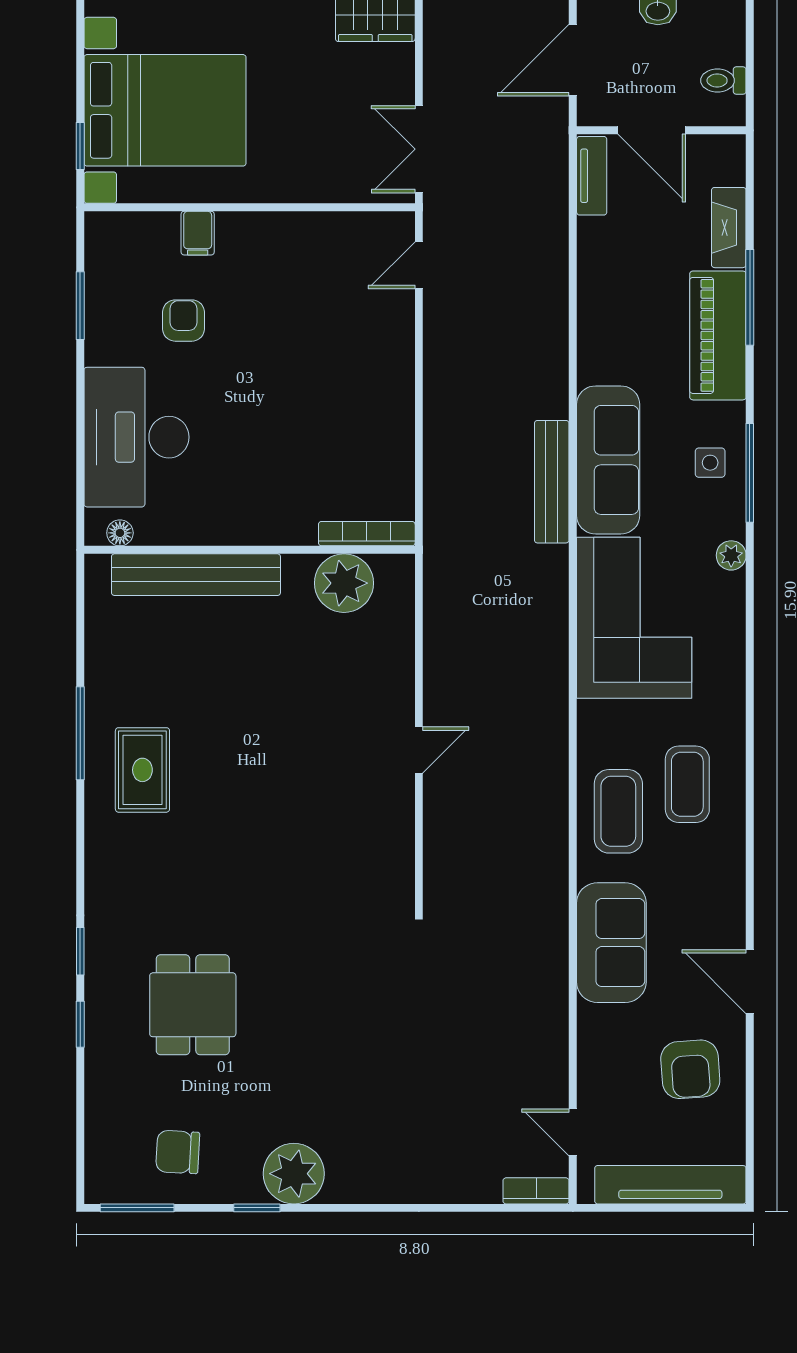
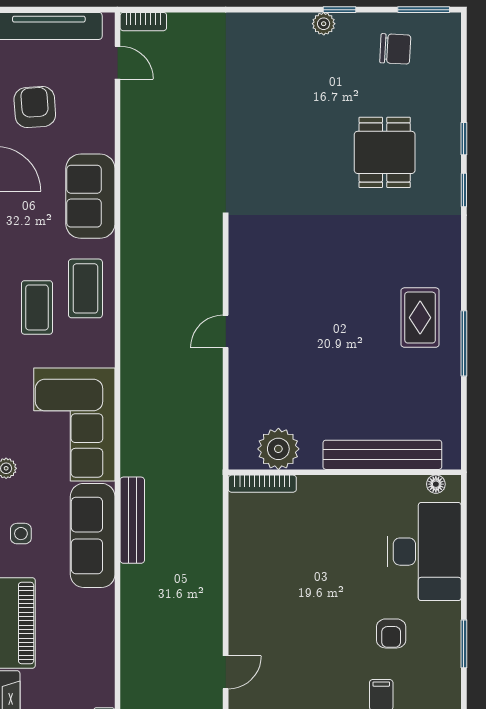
plant: (294, 1174) -> (324, 24), width x0.53, depth x0.53

